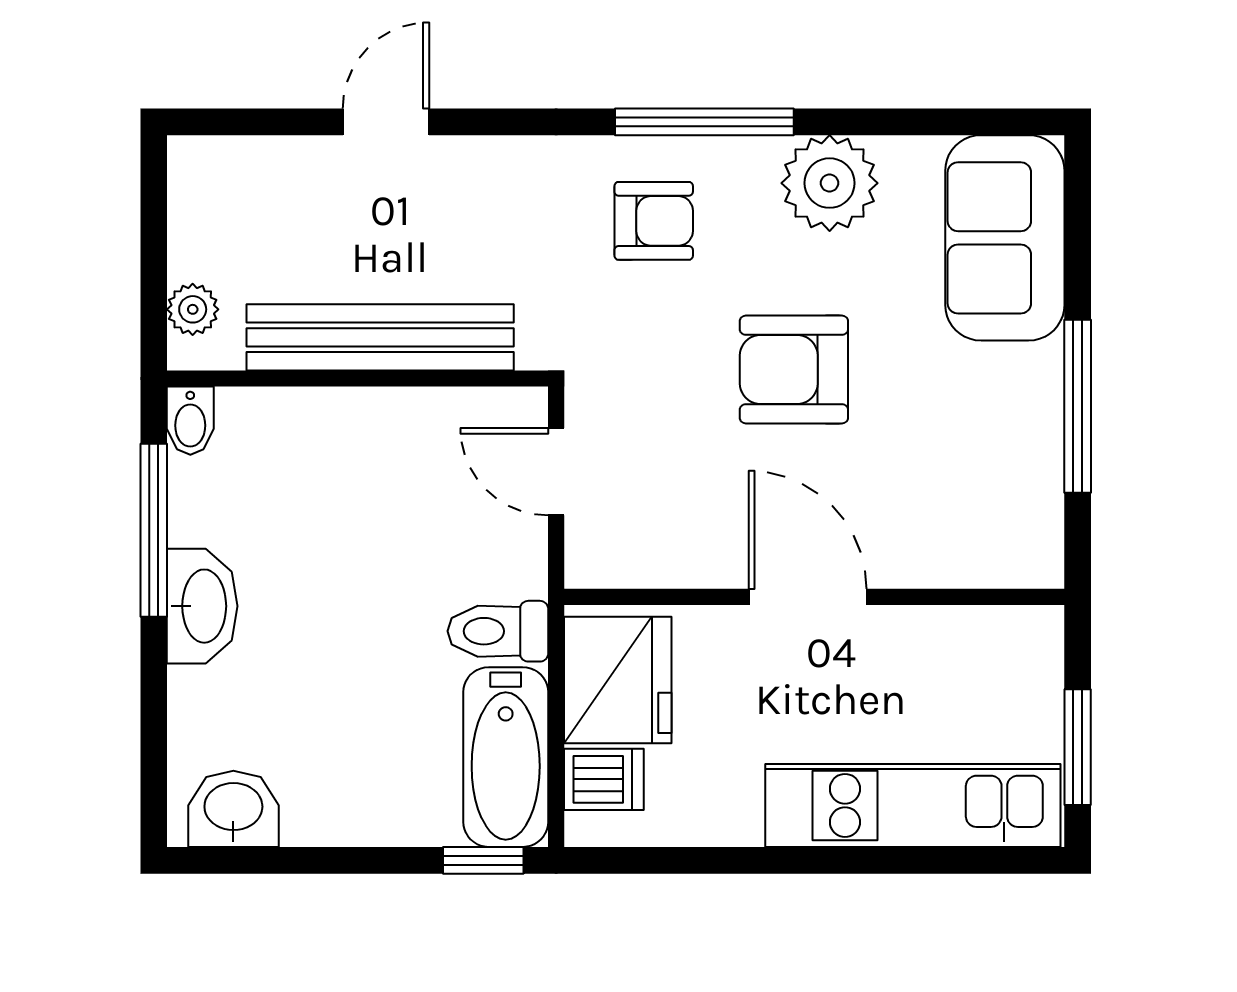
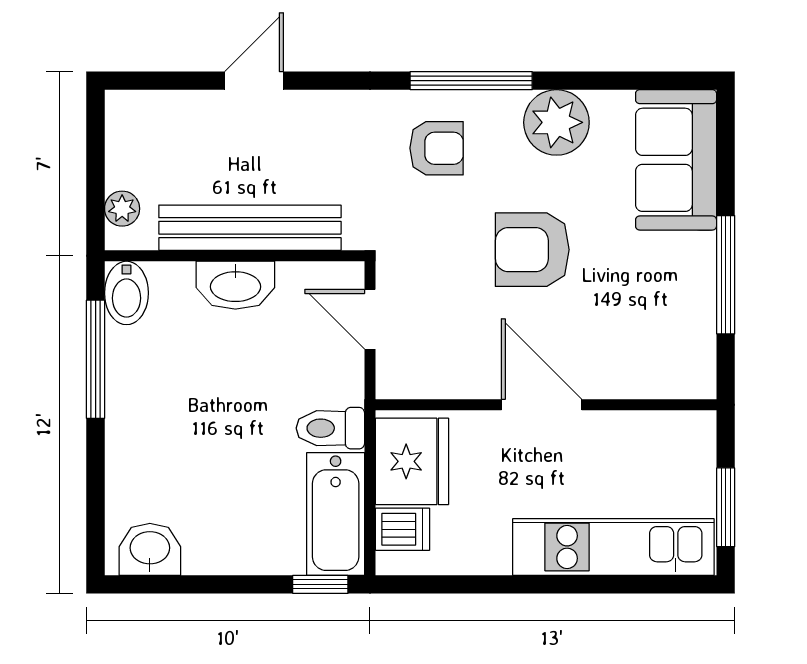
bidet: (190, 421) -> (126, 293), width x1.38, depth x1.36
washbasin: (202, 606) -> (235, 285), moved, turned 90

